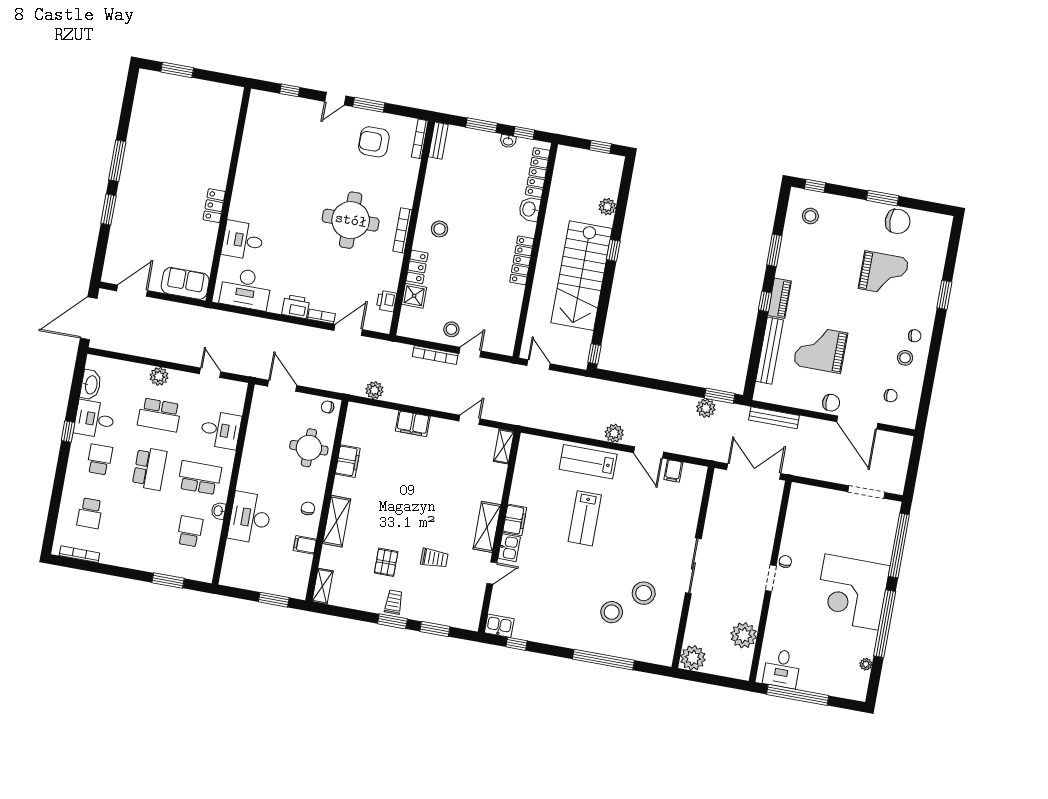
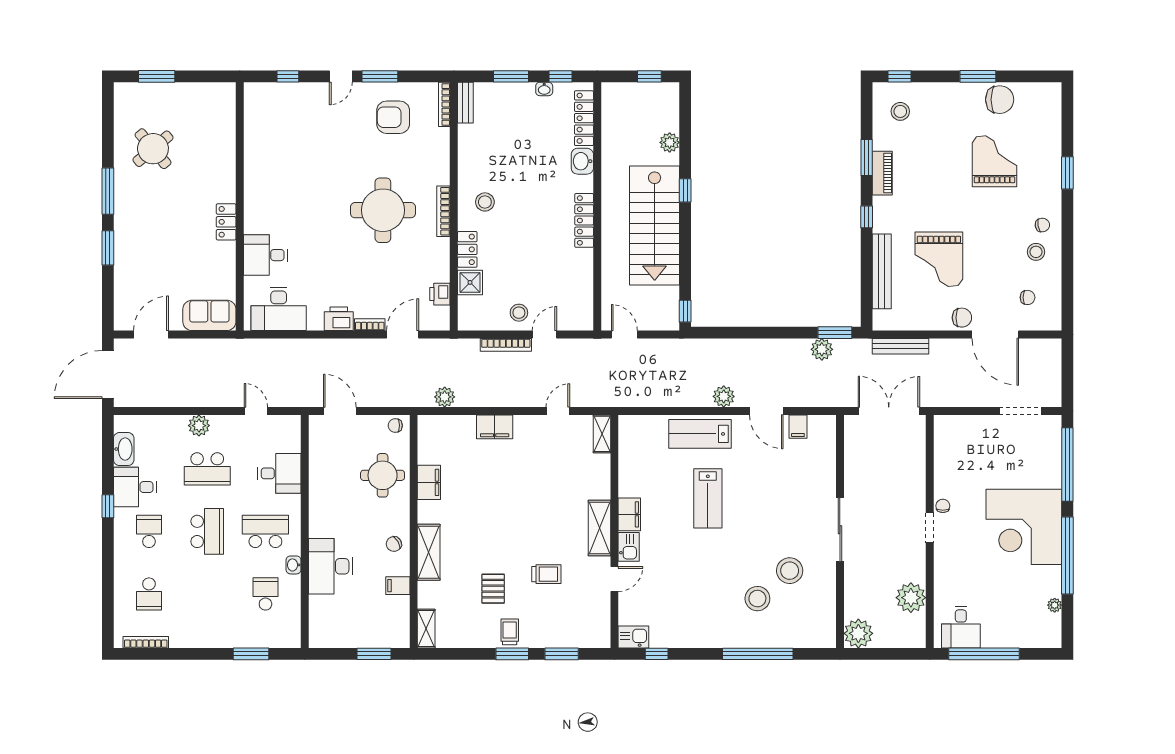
round table: (163, 131) -> (153, 149), added
grand piano: (884, 274) -> (994, 161), turned -90
piano: (779, 298) -> (882, 173), moved
grand piano: (820, 349) -> (939, 259), turned -90
chair: (308, 508) -> (394, 544), turned -120

